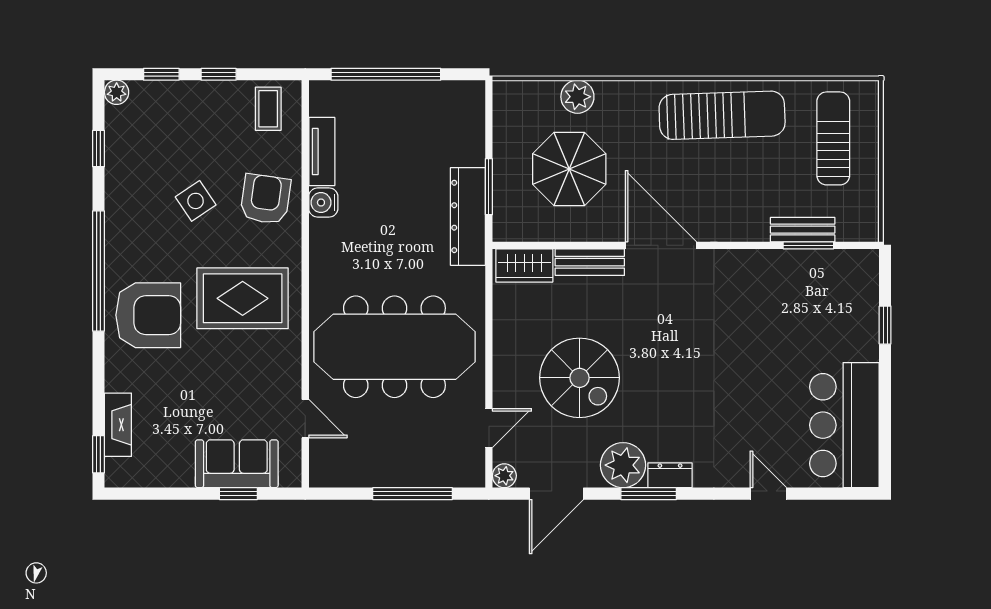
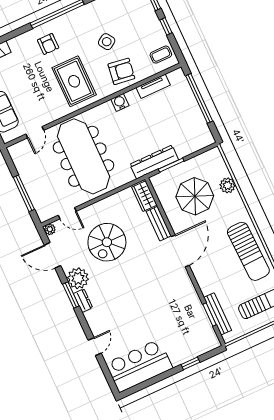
water cooler: (323, 203) -> (120, 102), moved
bench: (803, 230) -> (218, 314), width x1.36
armchair: (148, 315) -> (48, 44), width x0.53, depth x0.53

